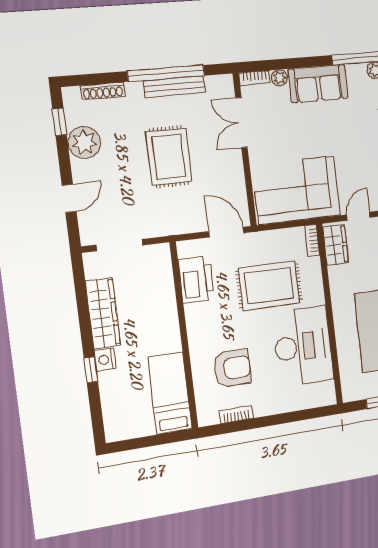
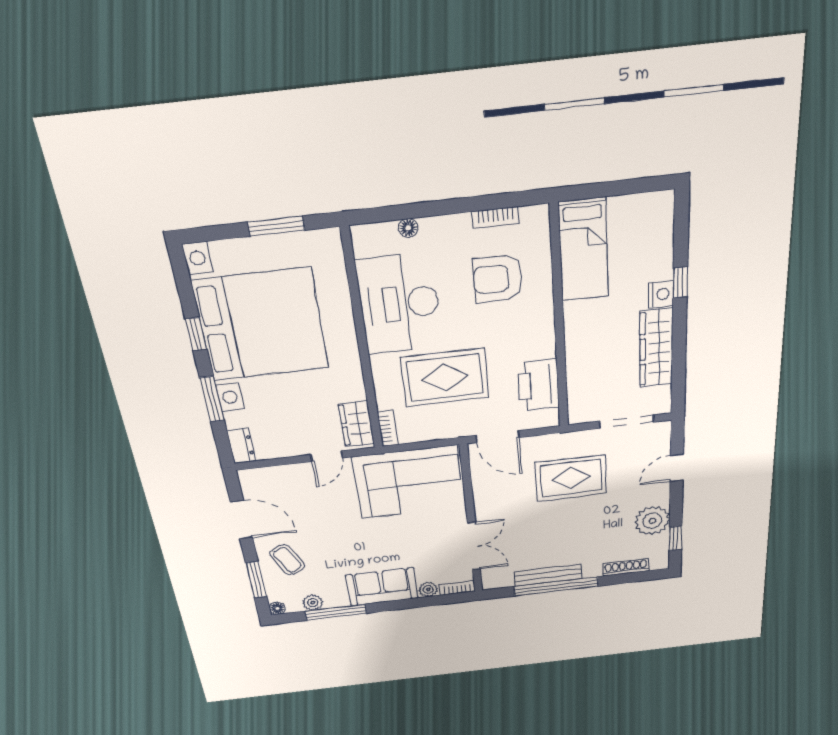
rug: (169, 157) -> (571, 478), moved, turned 90
floor lamp: (297, 404) -> (408, 228), added

